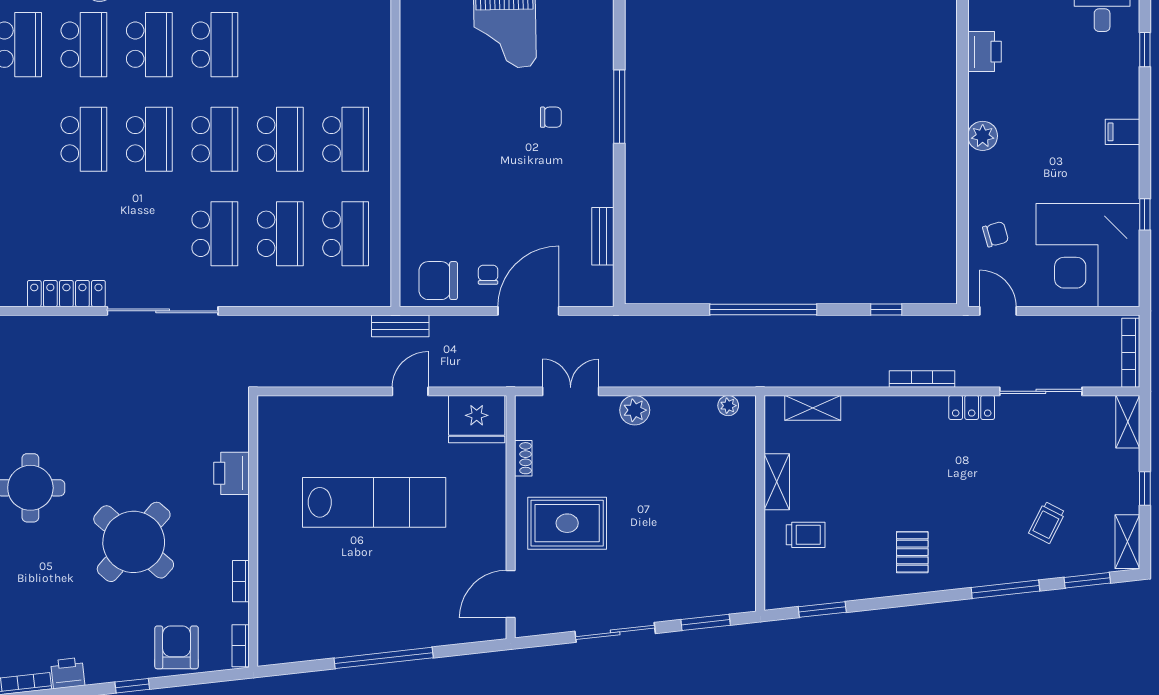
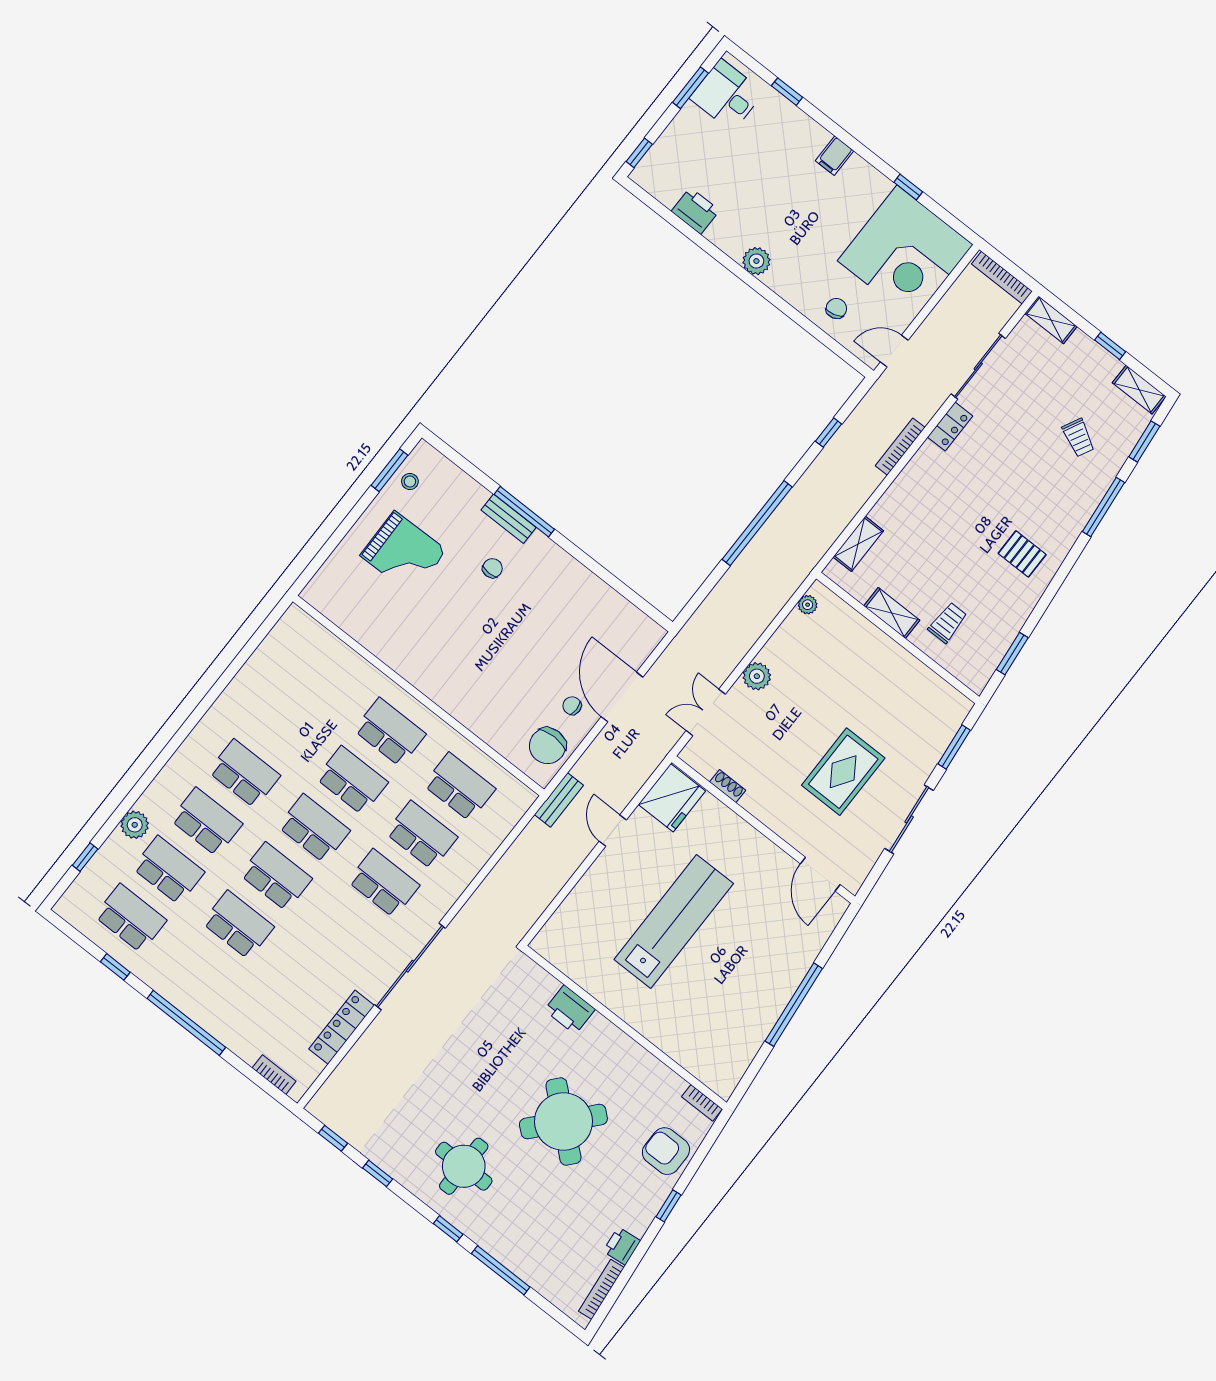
bench: (603, 236) -> (508, 519), moved
rug: (567, 523) -> (843, 772), moved
bookcase: (241, 581) -> (654, 1065), removed

